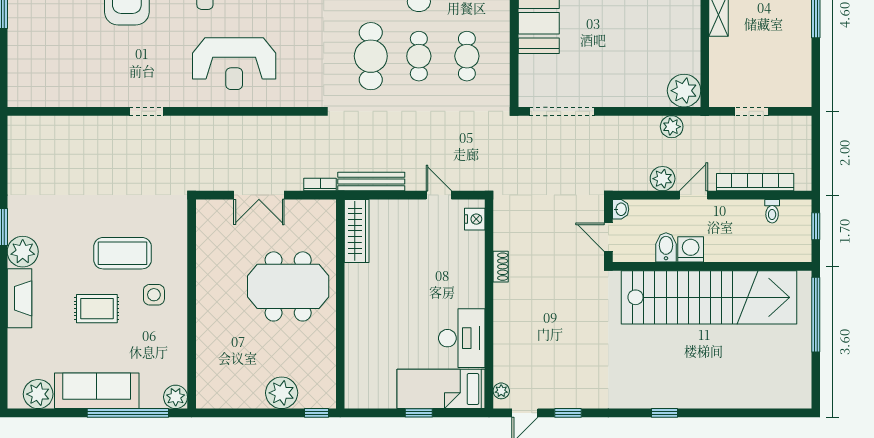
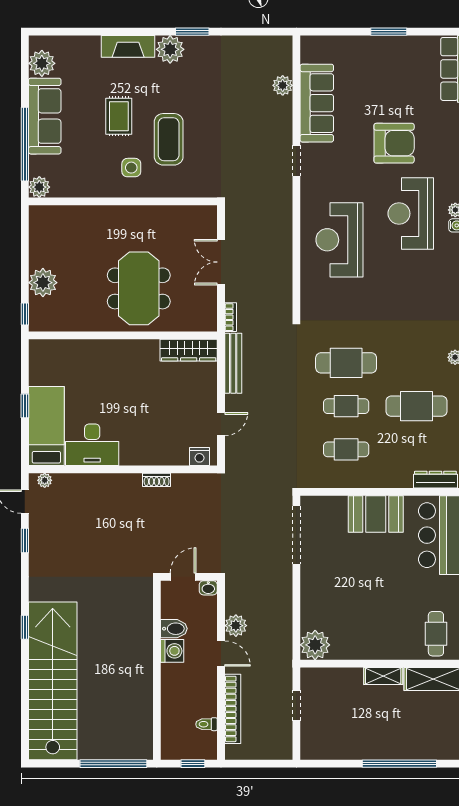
sofa: (82, 89) -> (317, 103), added
plant: (672, 127) -> (283, 85), moved
stairs: (709, 297) -> (53, 681), moved, turned 180

